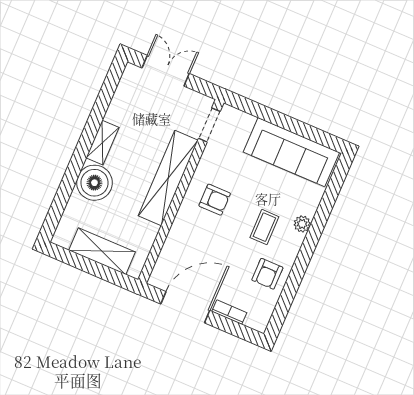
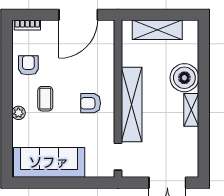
bookcase: (229, 312) -> (27, 25), moved

